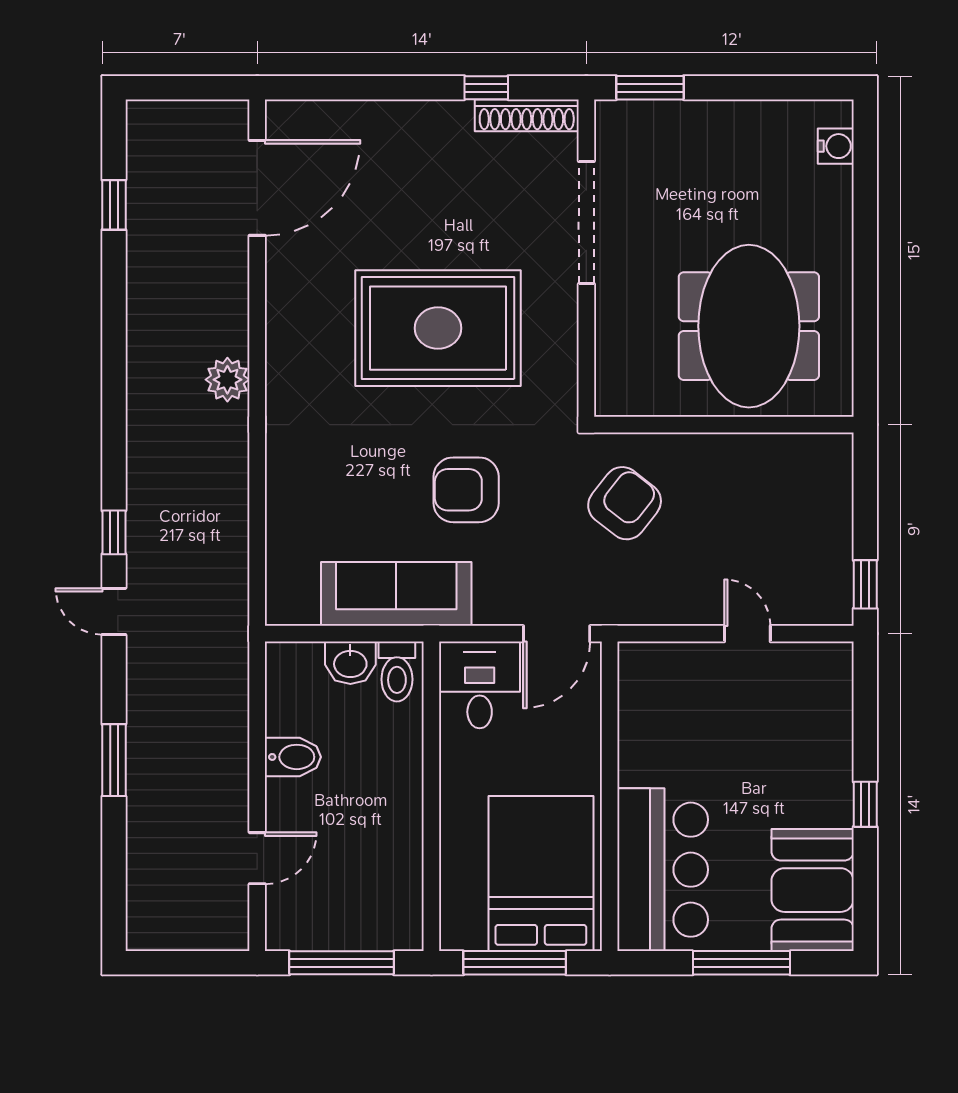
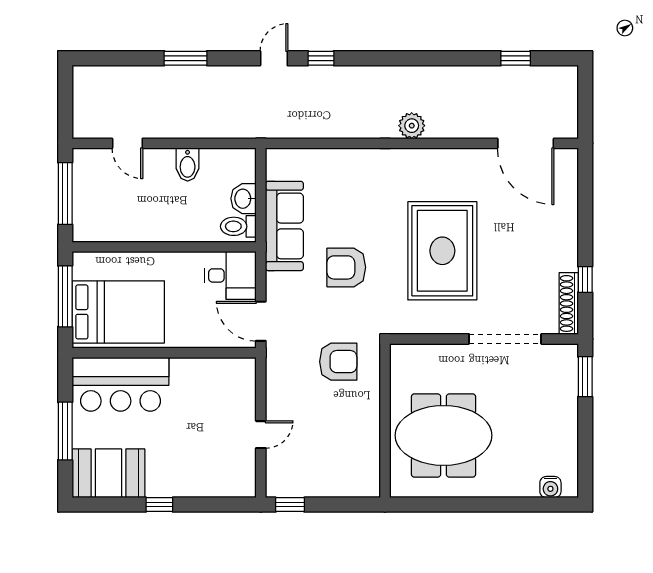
armchair: (466, 490) -> (346, 267), turned -90
armchair: (625, 503) -> (338, 362), turned -38

